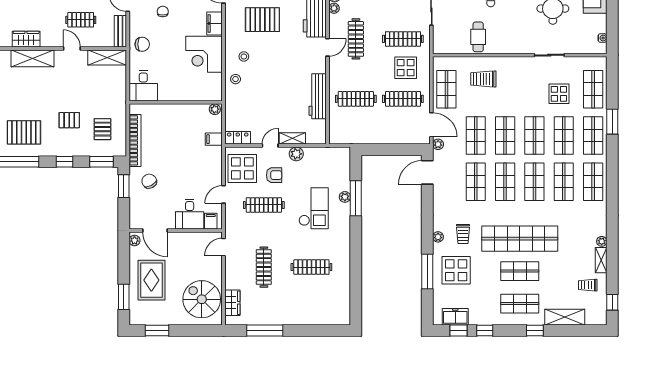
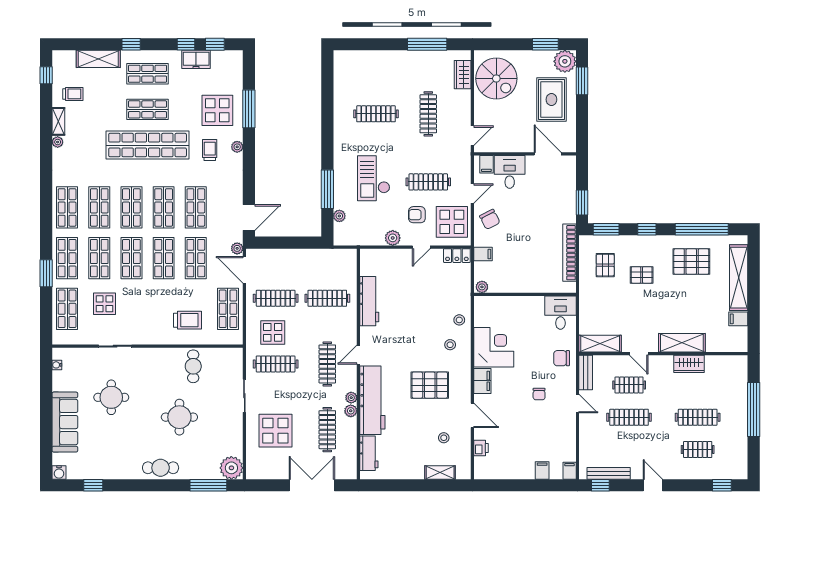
shelving: (292, 138) -> (397, 255), removed
chair: (149, 181) -> (490, 219), moved
plant: (345, 197) -> (339, 216), moved
plant: (134, 240) -> (565, 61), moved, width x1.87, depth x1.87
freezer: (455, 317) -> (196, 59), moved

